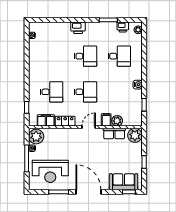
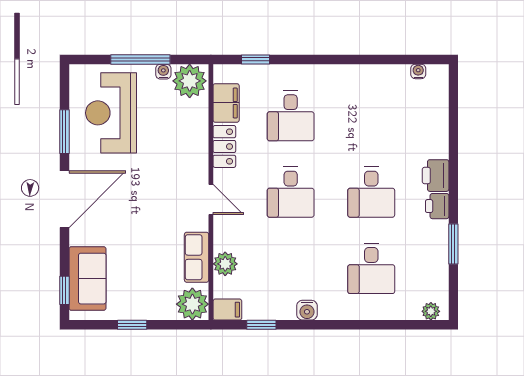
printer: (123, 27) -> (437, 206), moved
filing cabinet: (106, 120) -> (227, 310), moved

